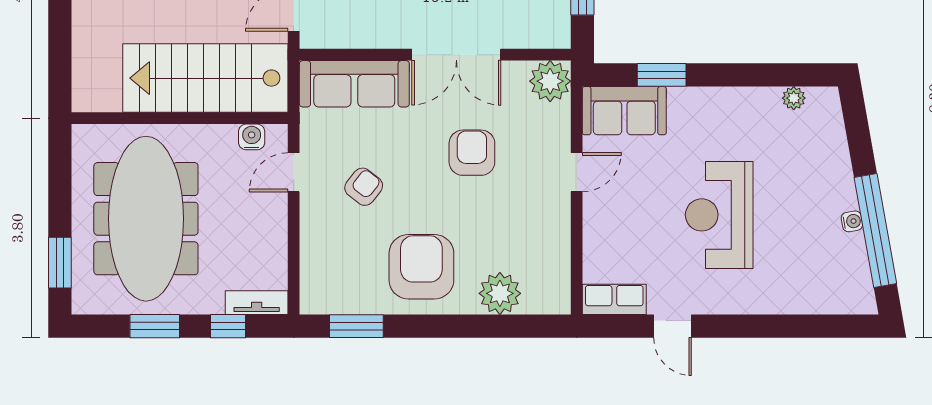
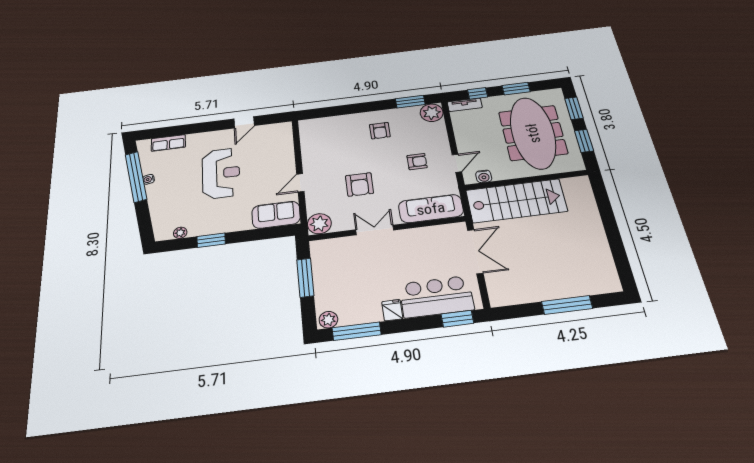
double door: (456, 55) -> (375, 230), width x0.73
window: (662, 75) -> (211, 240), moved
window: (60, 187) -> (584, 141), added
armchair: (364, 187) -> (417, 162), turned -128
armchair: (421, 267) -> (380, 131), width x0.53, depth x0.53
plant: (500, 293) -> (432, 113), moved
row of seats: (614, 299) -> (168, 143), moved
door: (672, 326) -> (244, 122), swing flipped

